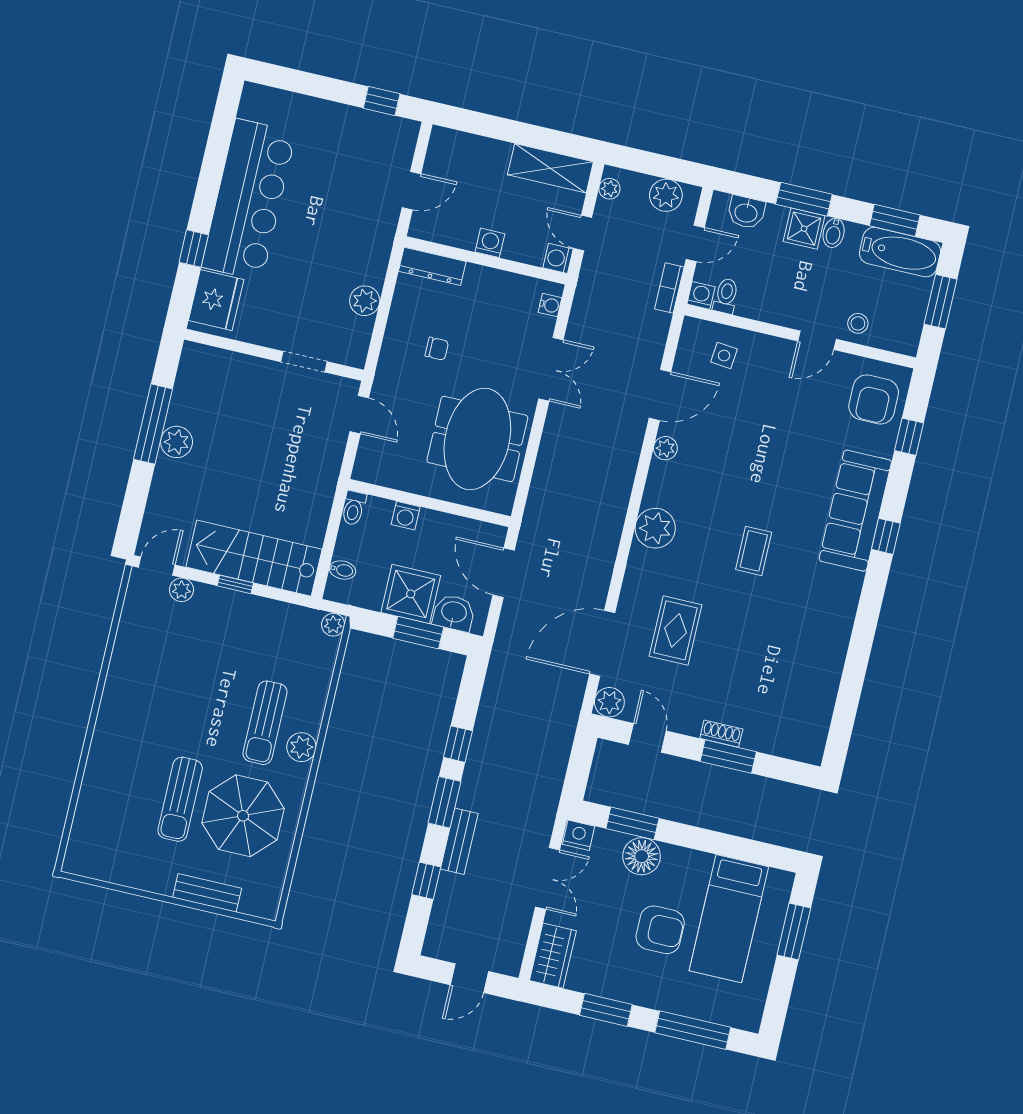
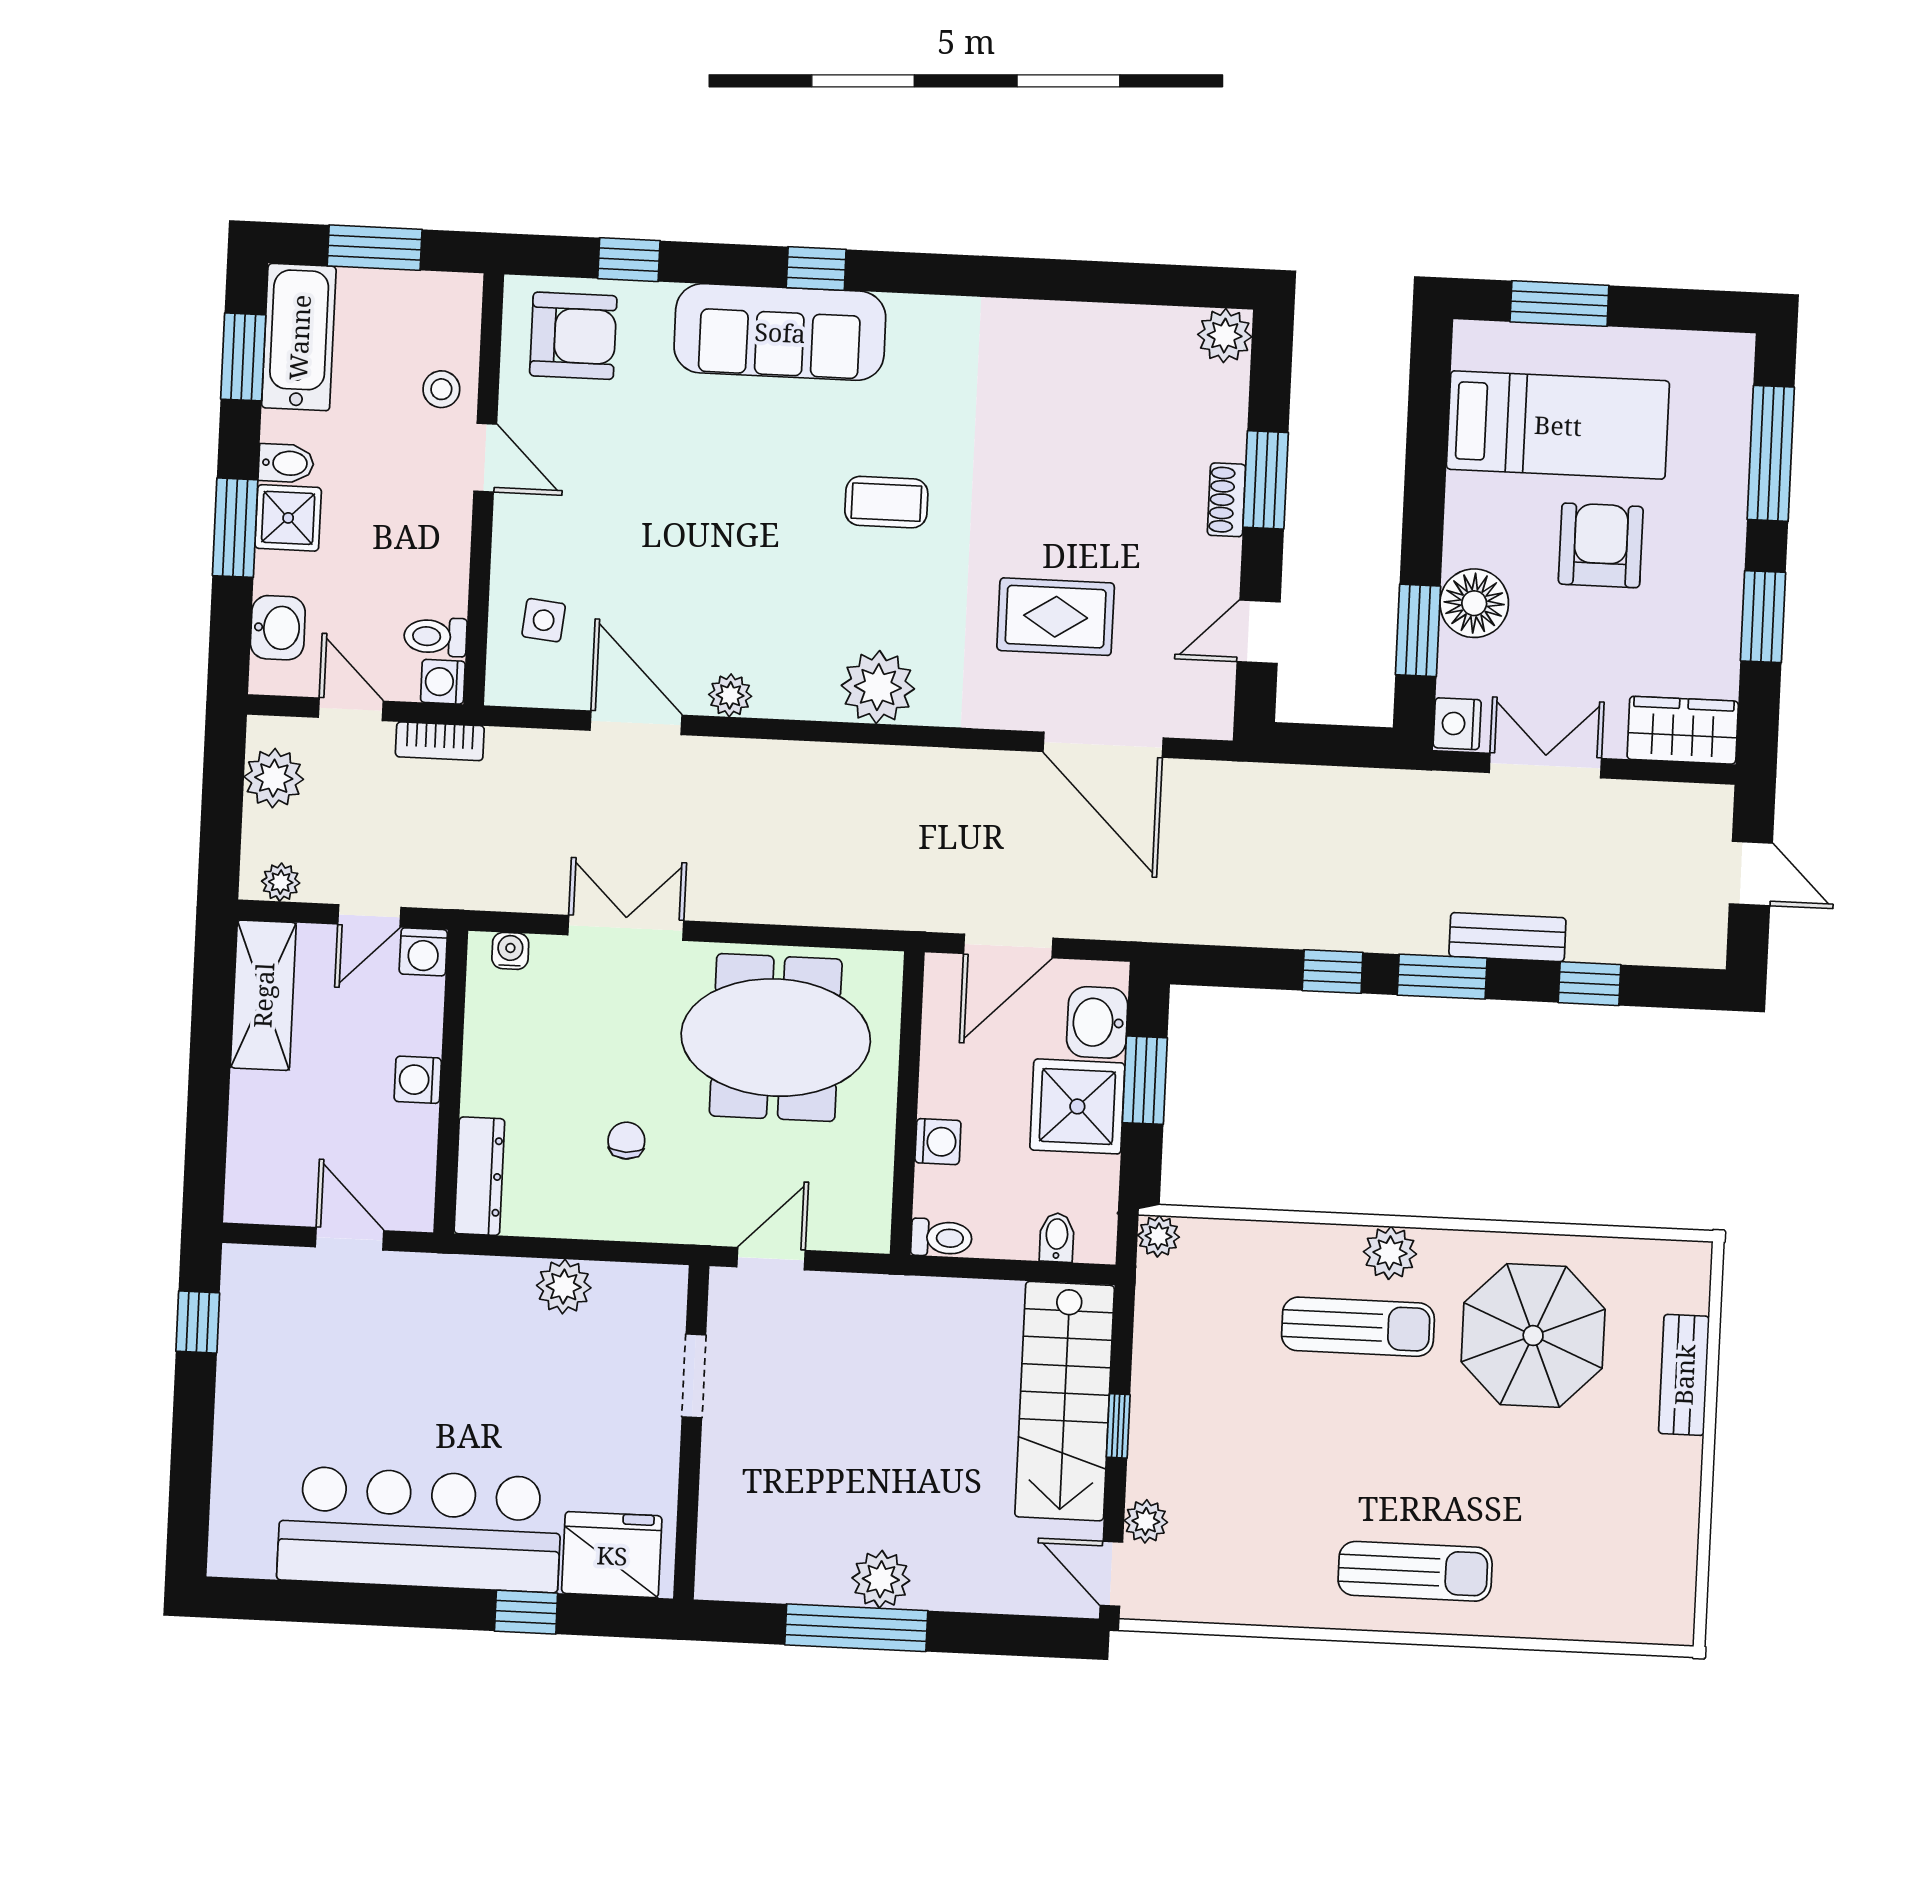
plant: (609, 702) -> (1225, 336), moved
sun lounger: (180, 799) -> (1415, 1571), moved

